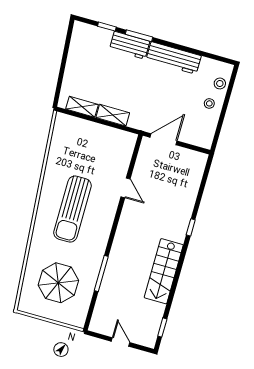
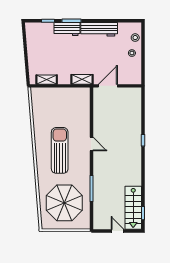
shelving: (113, 115) -> (82, 79), moved
door: (126, 188) -> (91, 144), moved
sun lounger: (72, 209) -> (60, 150), turned 180
stairs: (164, 271) -> (133, 208), moved
parasol: (58, 283) -> (64, 203), width x1.36, depth x1.36

